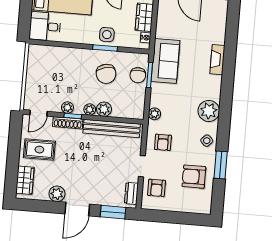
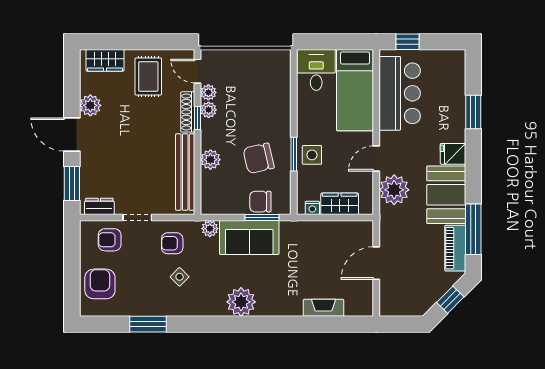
fireplace: (217, 60) -> (324, 308), moved
sofa: (165, 61) -> (249, 237), moved
plant: (90, 109) -> (208, 92), moved
plant: (209, 111) -> (241, 302), moved
side table: (207, 141) -> (180, 277), moved
armchair: (194, 177) -> (100, 284), moved

